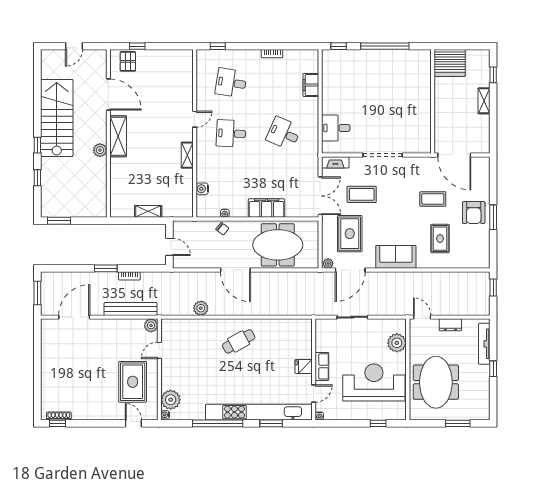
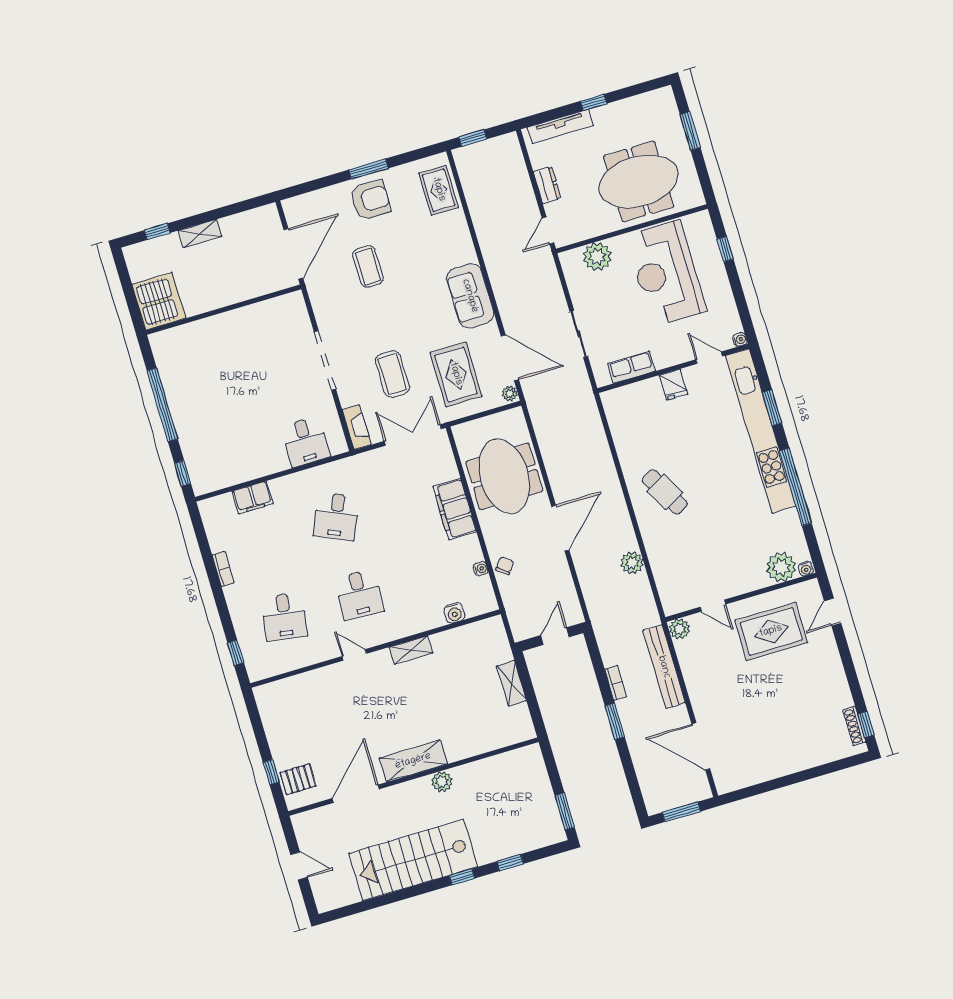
rug: (350, 234) -> (456, 374), turned 90
rug: (440, 239) -> (439, 190), moved, turned 90
row of seats: (322, 366) -> (631, 367), moved

